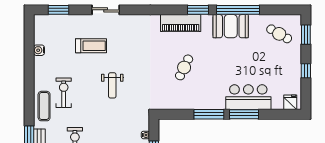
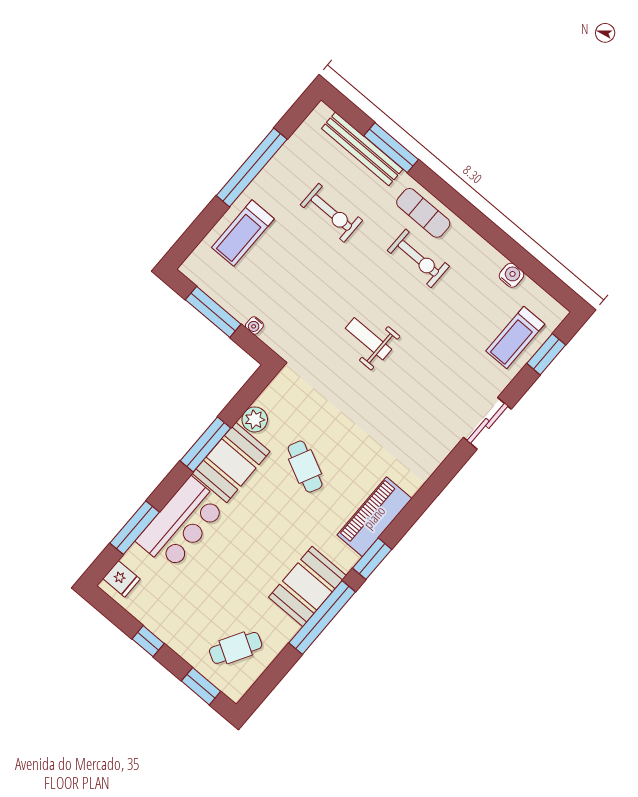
treadmill: (91, 46) -> (515, 338), moved
booth: (207, 98) -> (231, 463), added
plant: (182, 103) -> (255, 419), added
window: (244, 114) -> (135, 528), moved

